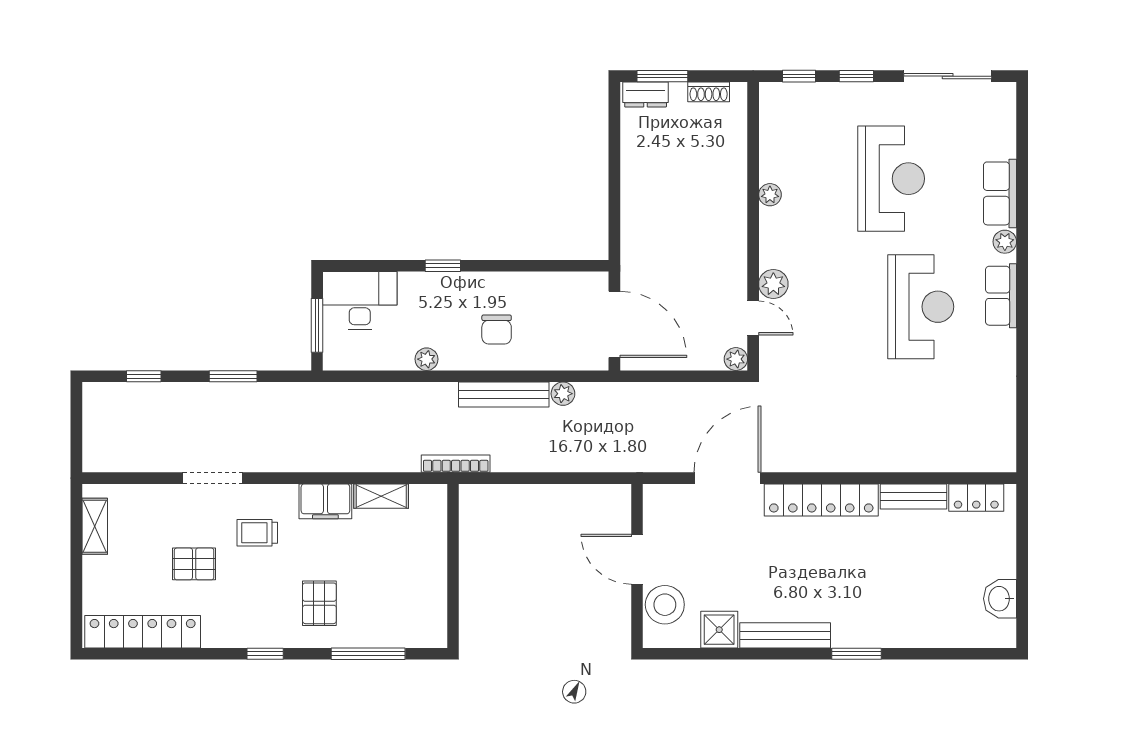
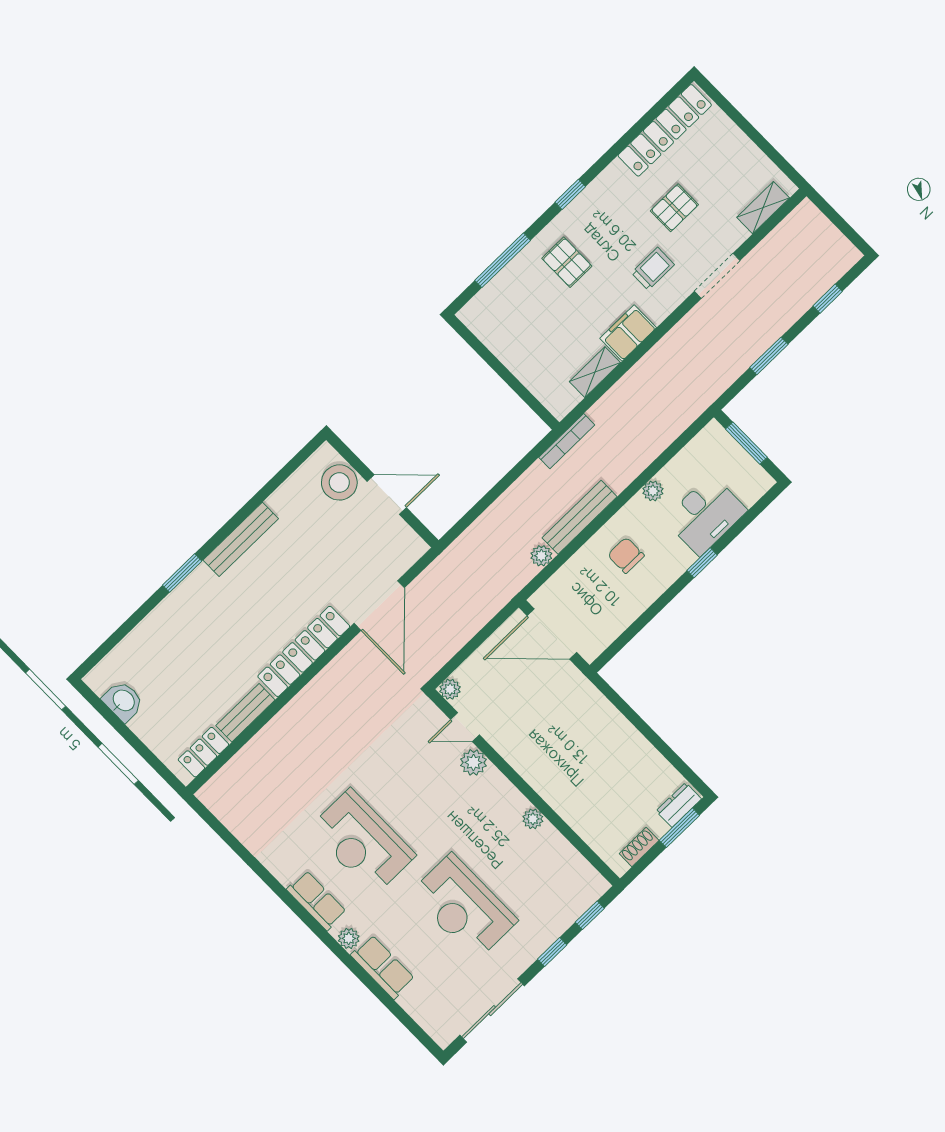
desk: (360, 301) -> (705, 515), moved
shelving: (95, 526) -> (763, 208), moved, turned 90
shower: (719, 630) -> (288, 501), removed

